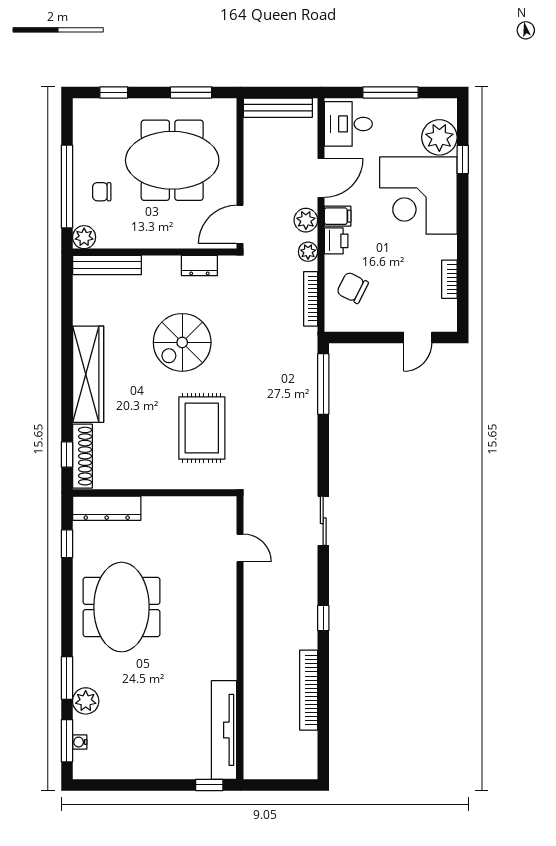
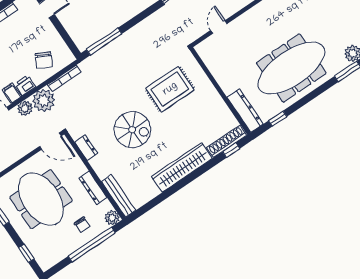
dresser: (141, 239) -> (93, 188), added
plant: (308, 252) -> (44, 100), width x1.88, depth x1.88
meeting table: (122, 607) -> (291, 68), width x1.36

